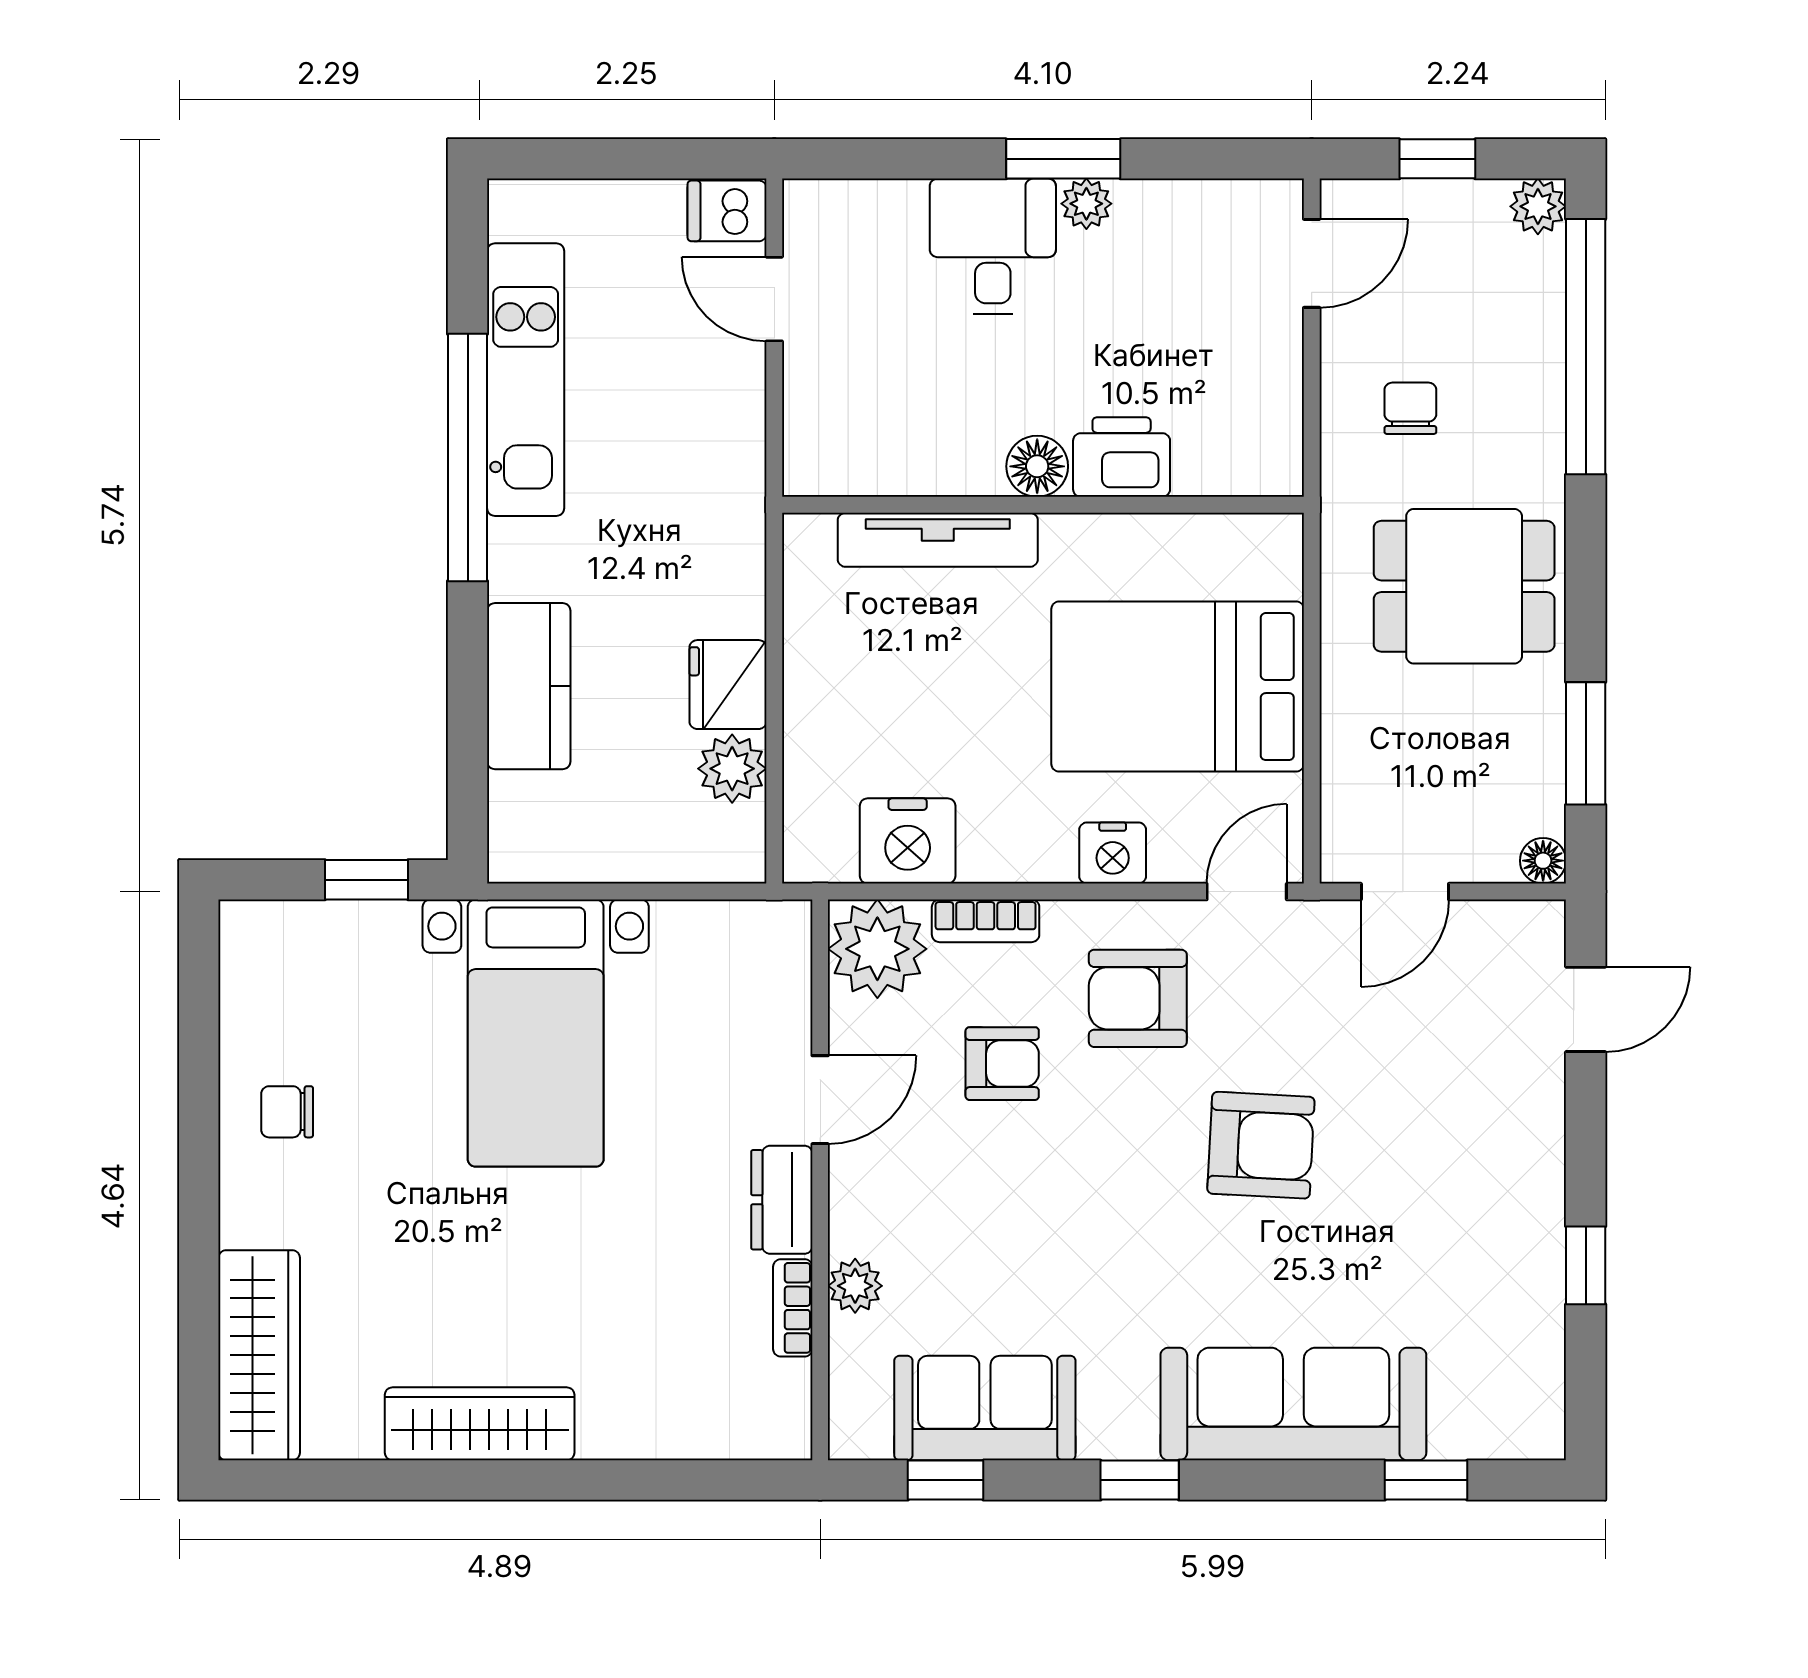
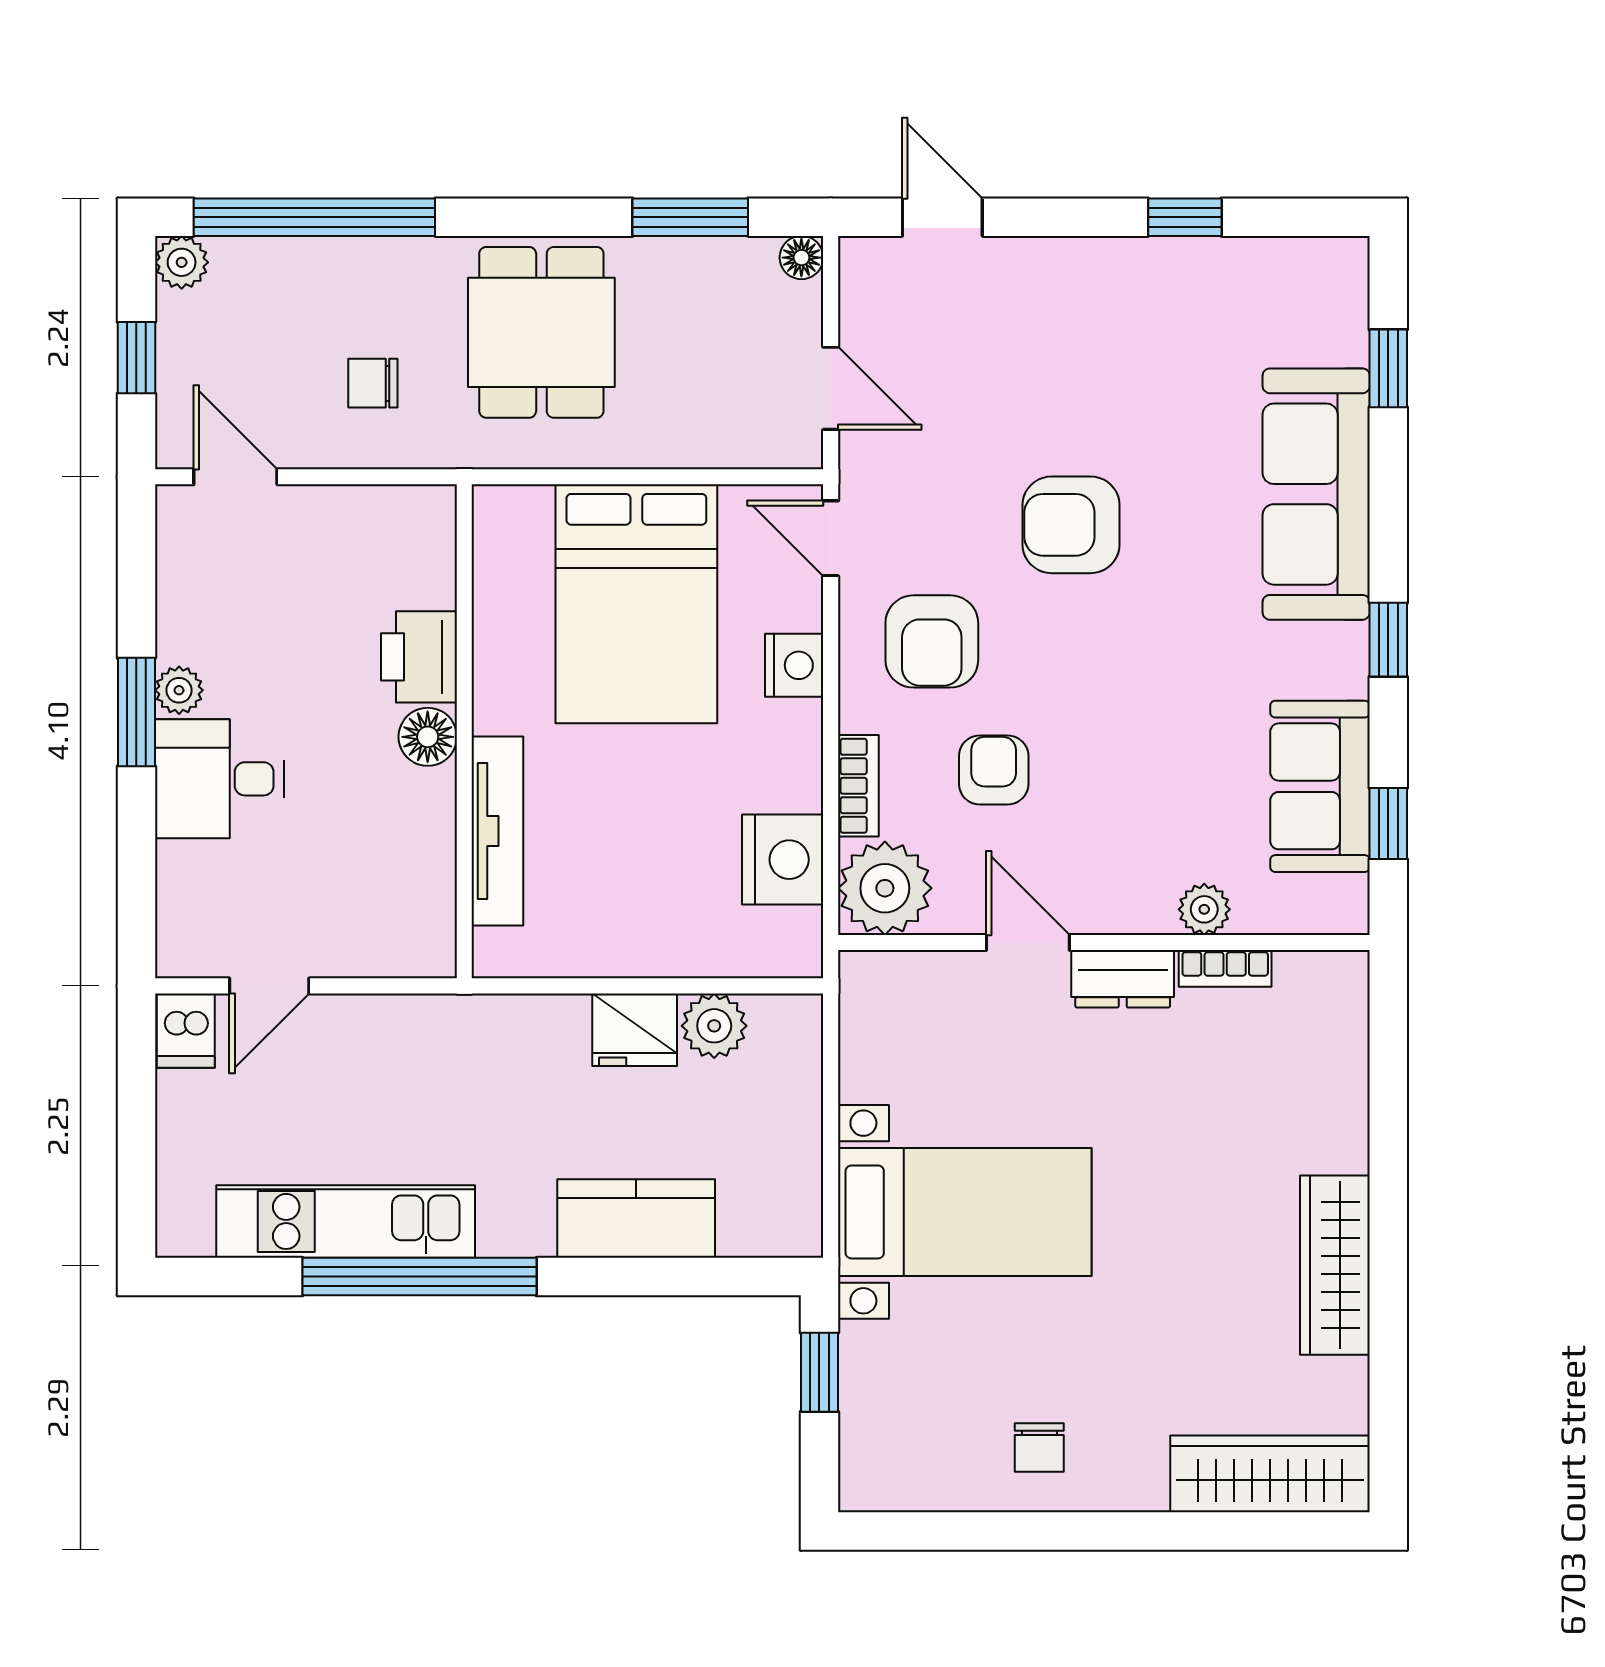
armchair: (1261, 1145) -> (1071, 525), turned -93

